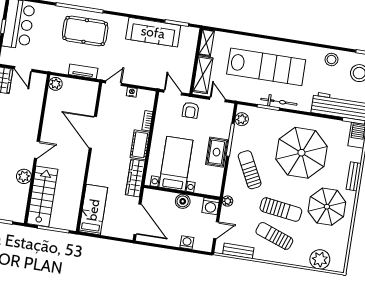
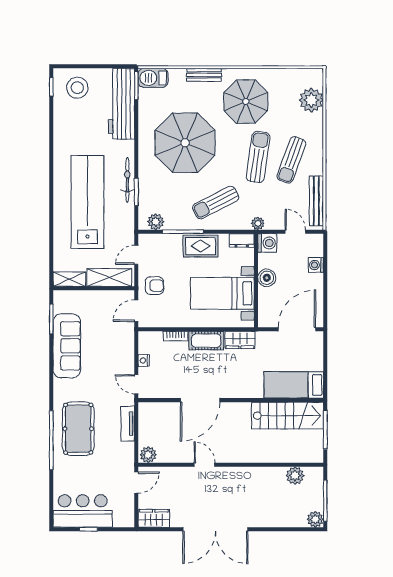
stool: (332, 59) -> (66, 124), removed
door: (23, 69) -> (136, 483), moved
door: (37, 150) -> (205, 465), moved
plant: (24, 176) -> (295, 476), moved
wardrobe: (135, 178) -> (240, 340), width x0.67
dresser: (216, 186) -> (242, 241), added
stairs: (42, 196) -> (287, 416), moved, turned 180
bench: (238, 251) -> (316, 201), width x1.36

